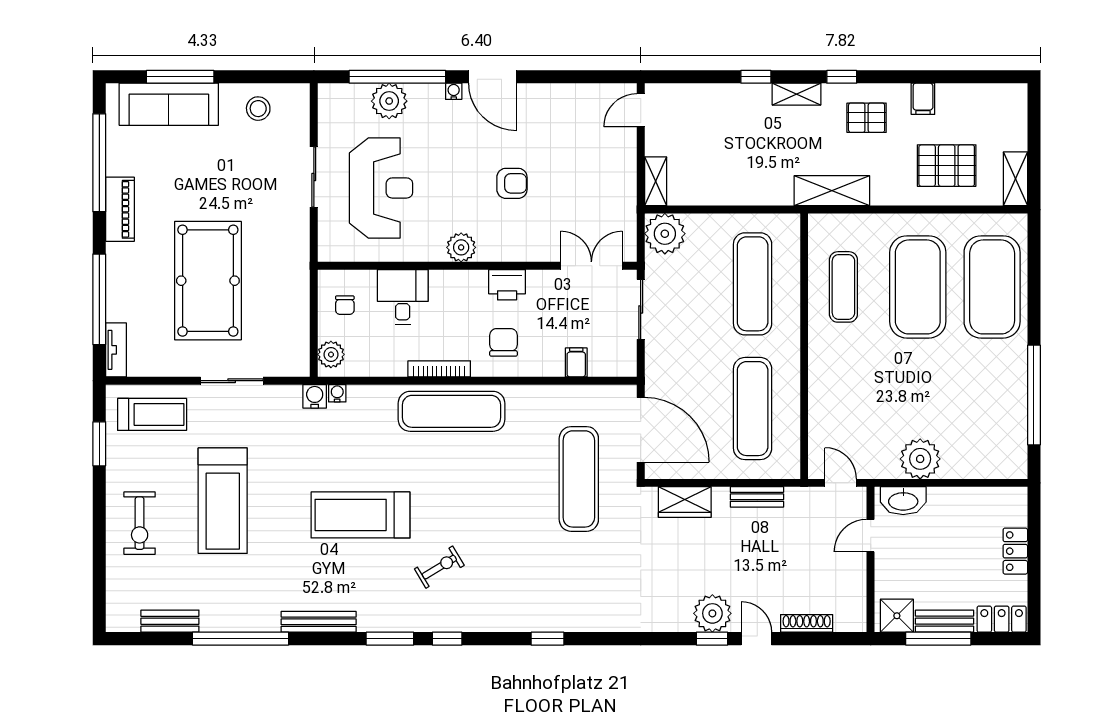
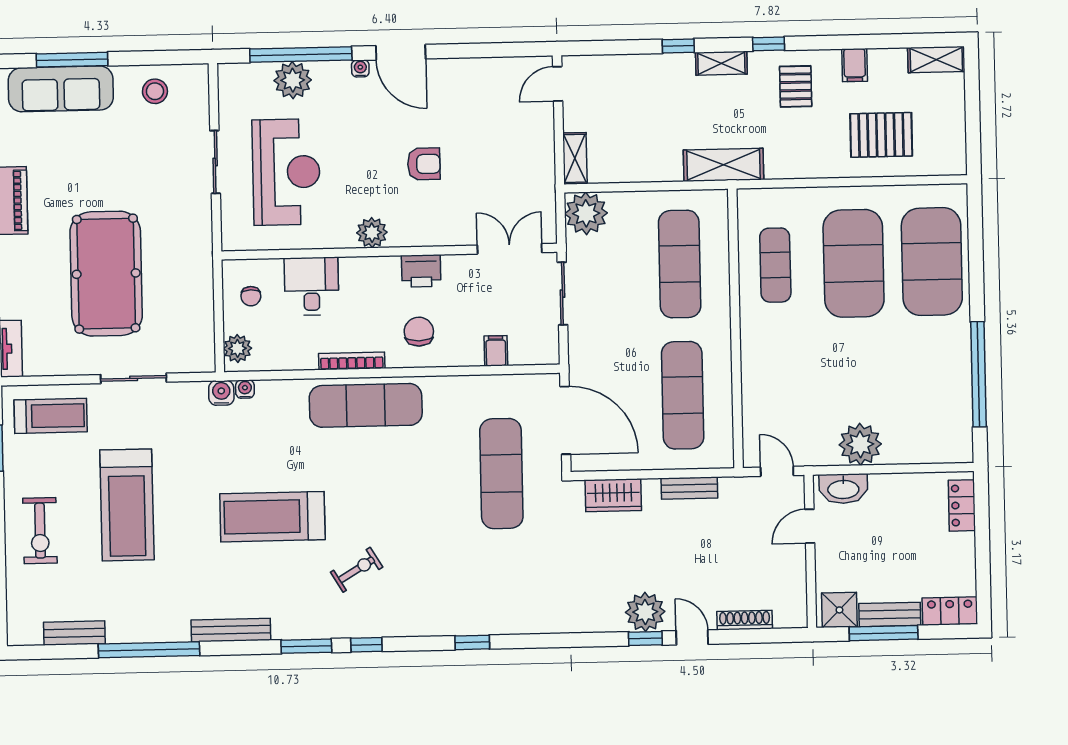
pallet: (867, 118) -> (796, 86), turned 90
shelving: (1015, 179) -> (936, 60), moved, turned 90
shelving: (832, 191) -> (723, 165), moved
locker: (1015, 551) -> (962, 505), moved

